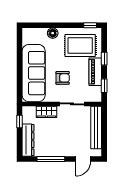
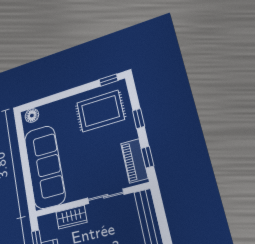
floor lamp: (53, 33) -> (32, 116), moved
piano: (95, 72) -> (134, 161), moved
armchair: (63, 78) -> (85, 162), removed

